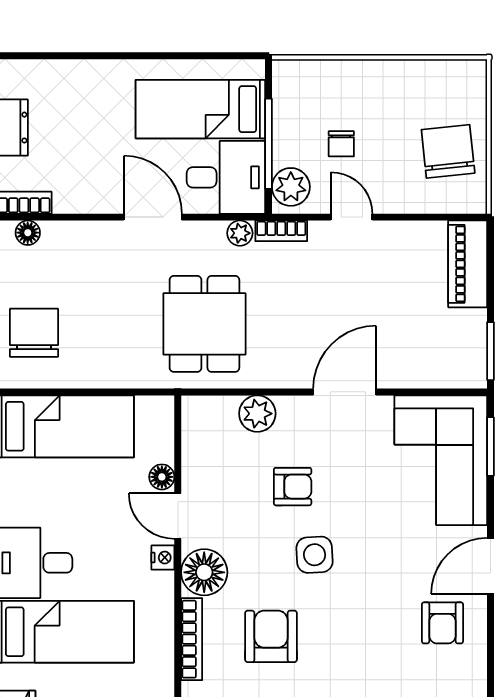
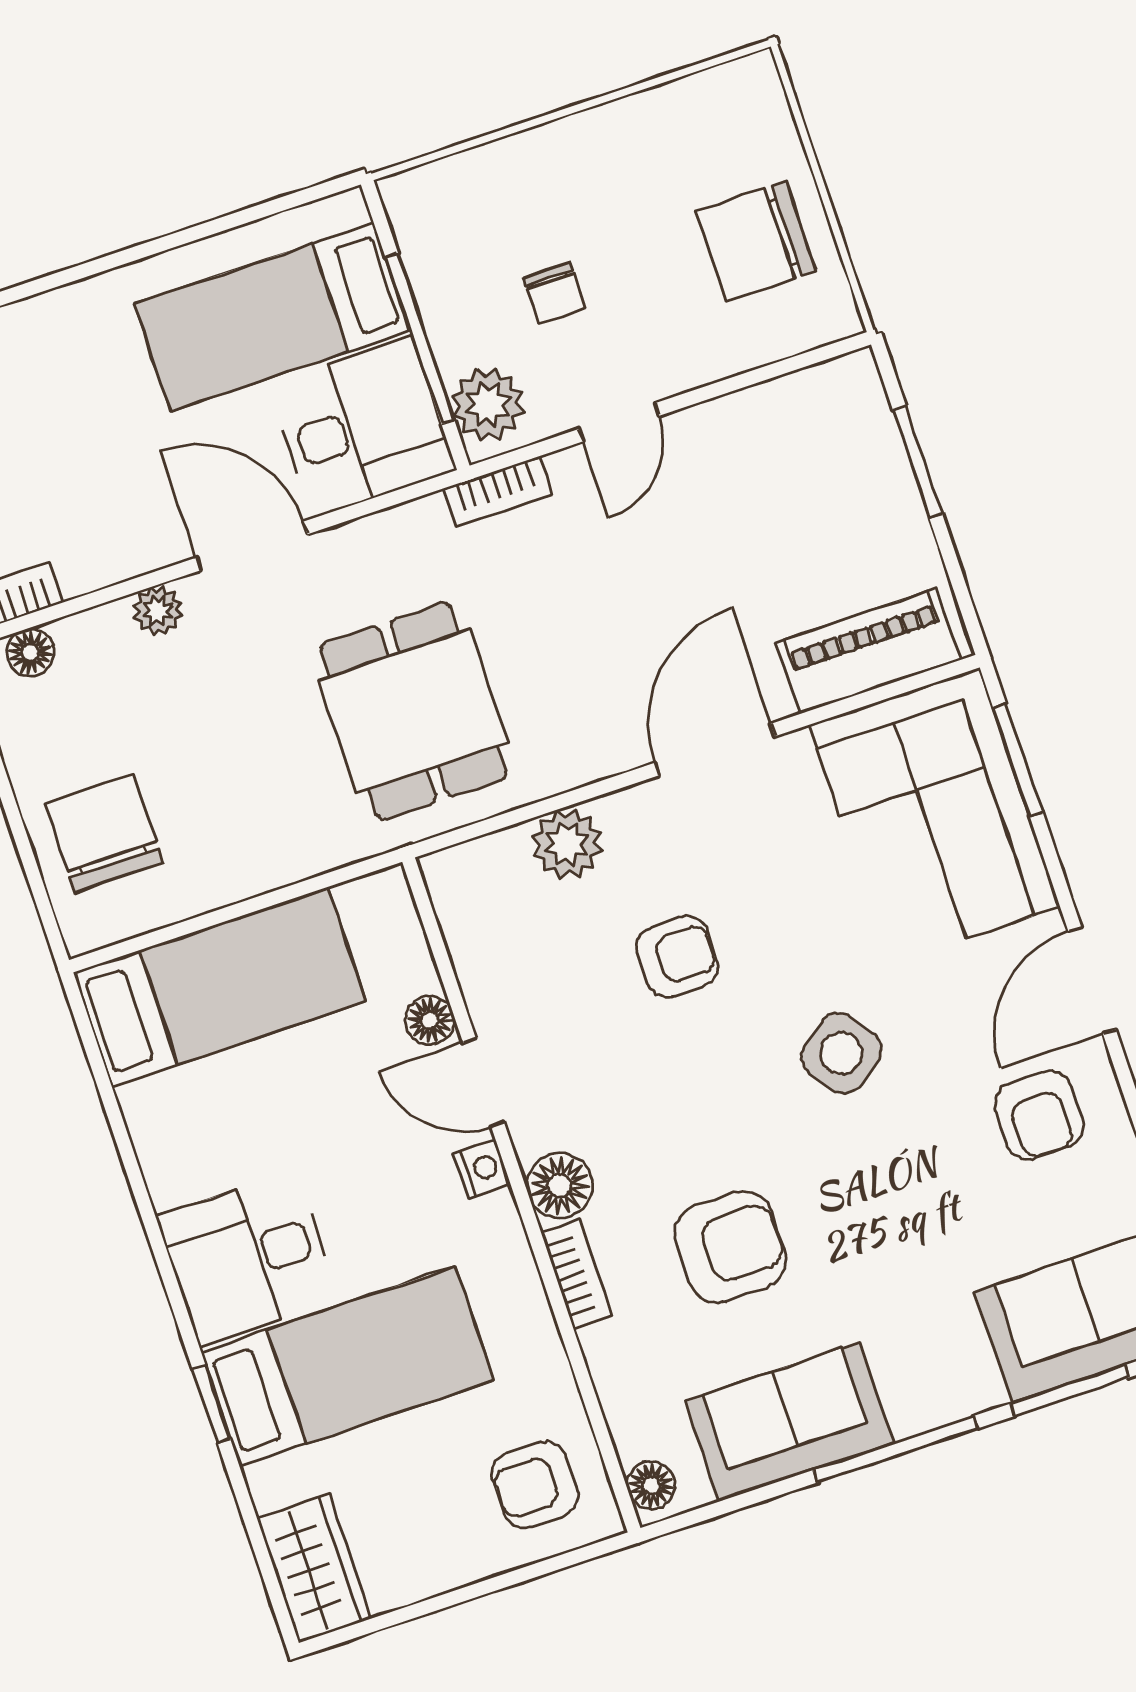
chair: (448, 151) -> (756, 241), turned -84
door: (352, 217) -> (619, 422), swing flipped
plant: (240, 233) -> (158, 611), moved
piano: (468, 264) -> (868, 651), moved, turned 90
window: (490, 351) -> (918, 462), moved
side table: (315, 555) -> (841, 1053), moved, turned -33
floor lamp: (204, 572) -> (560, 1186), width x0.73, depth x0.73
armchair: (271, 636) -> (731, 1247), turned 90
bookcase: (192, 639) -> (577, 1274), width x0.64

